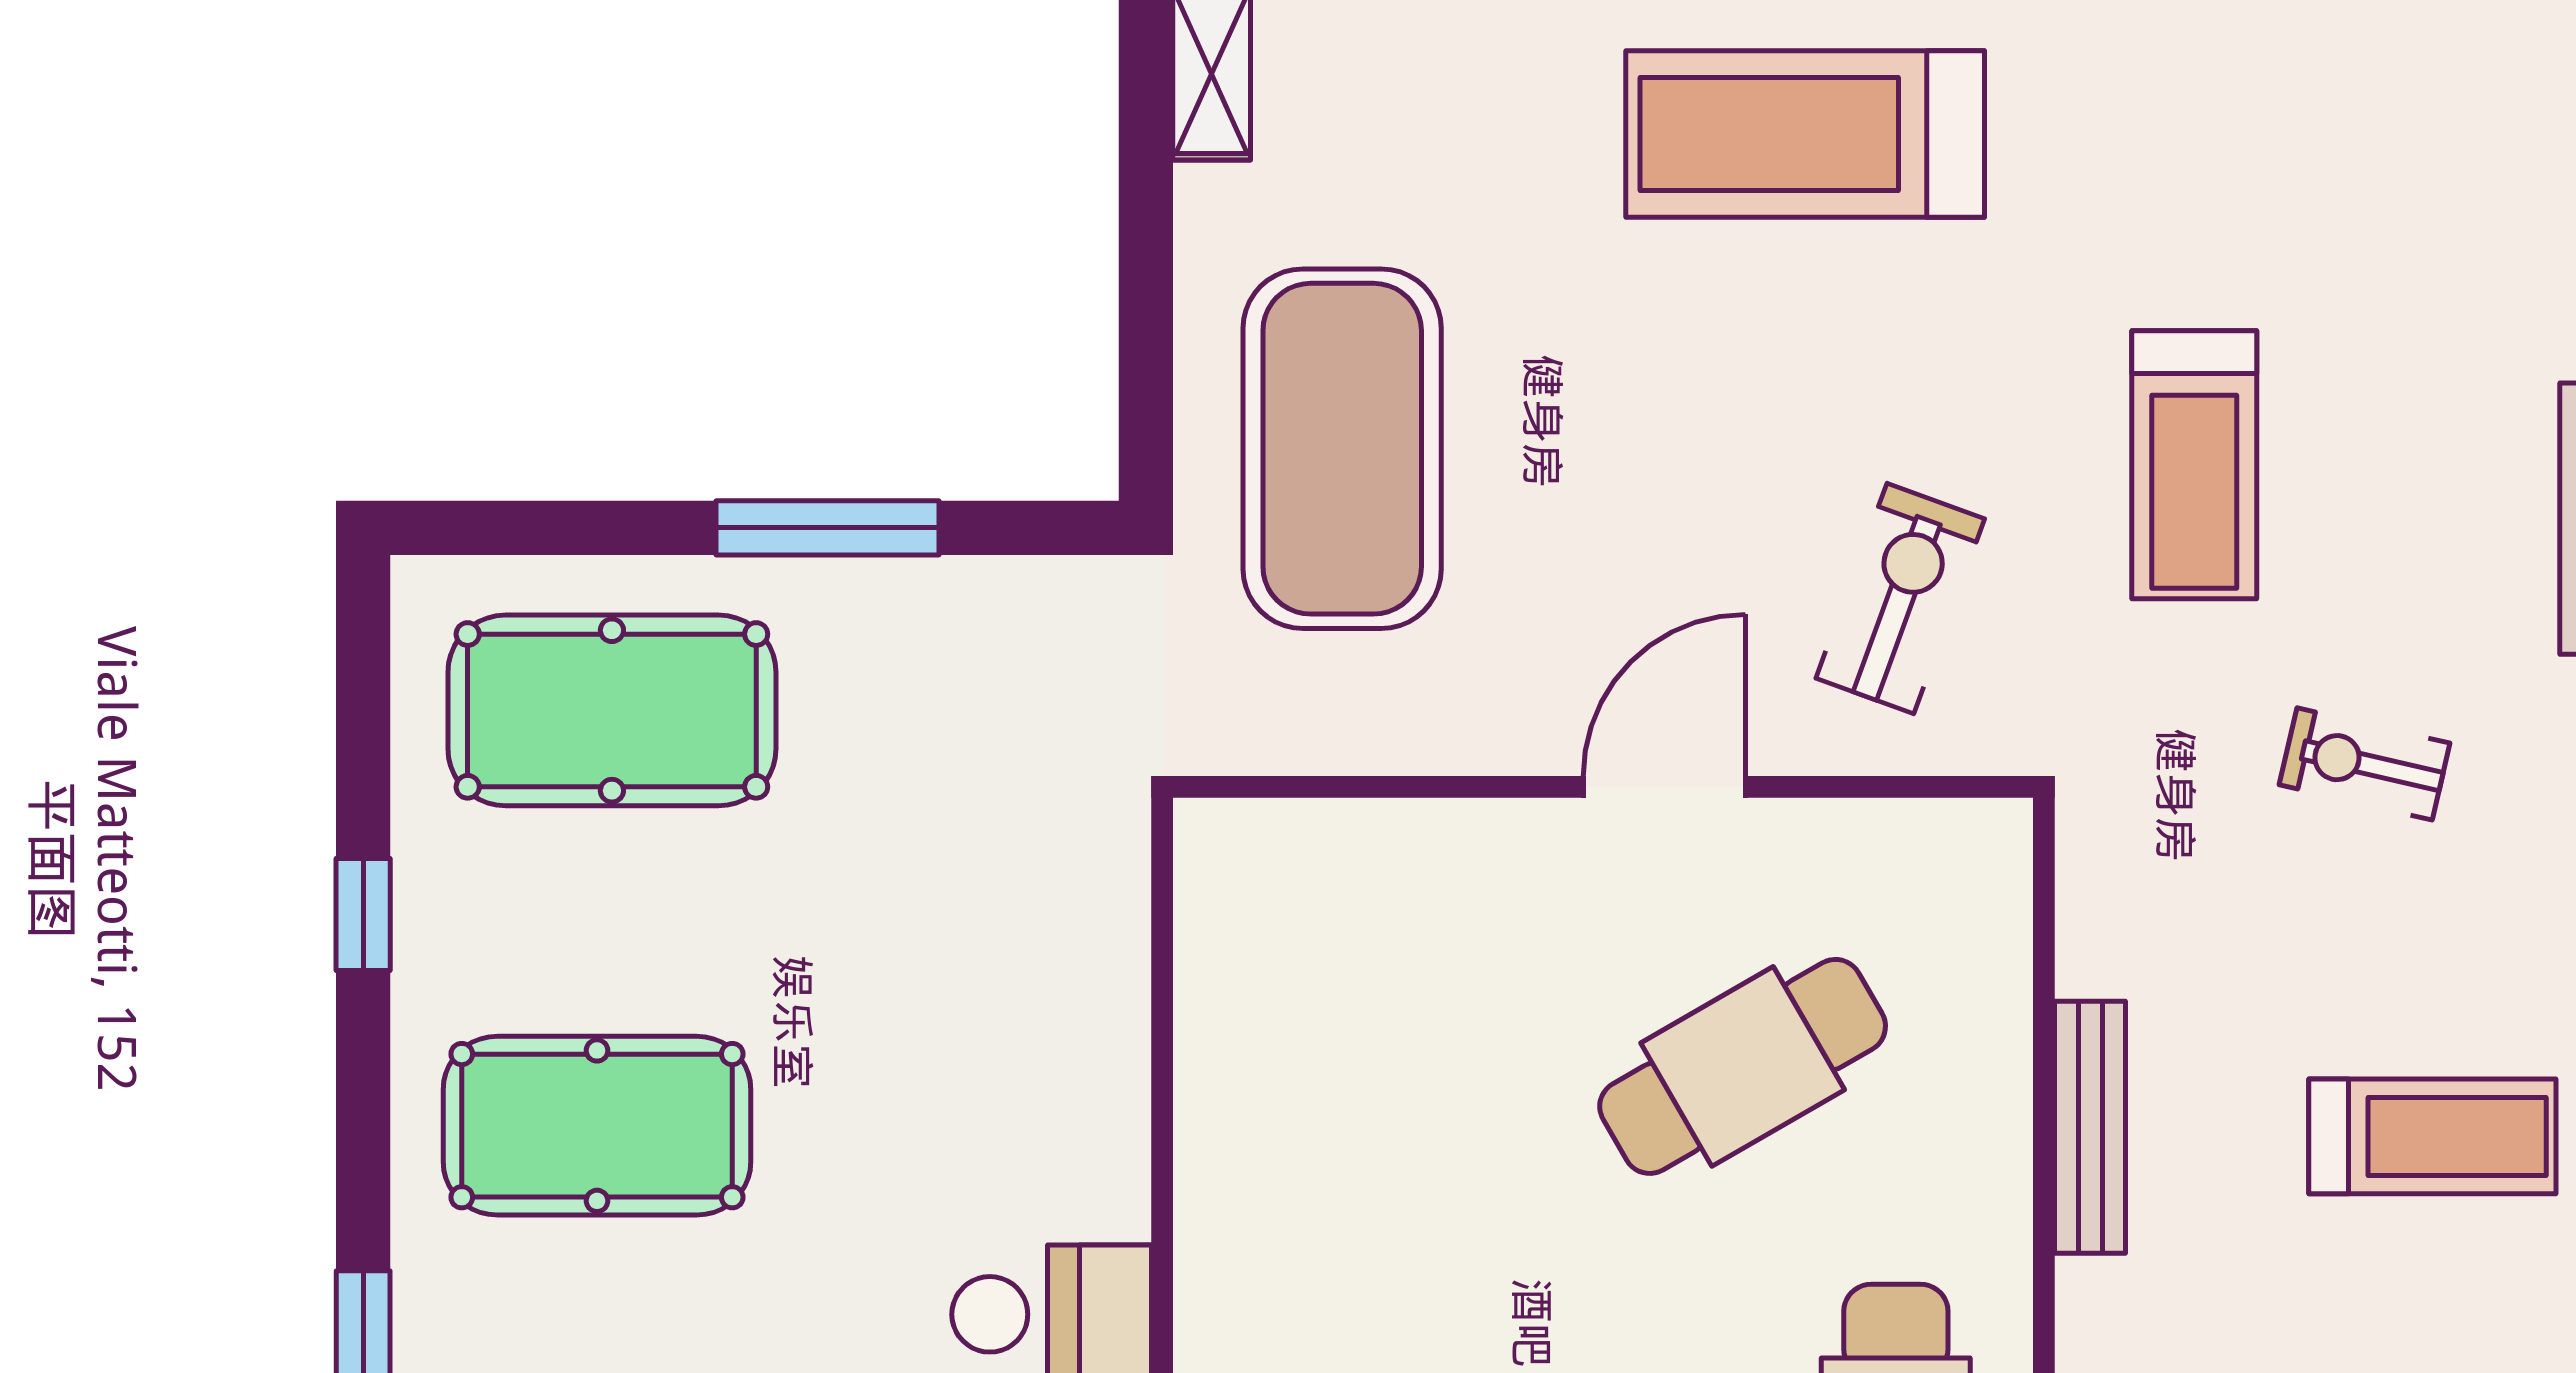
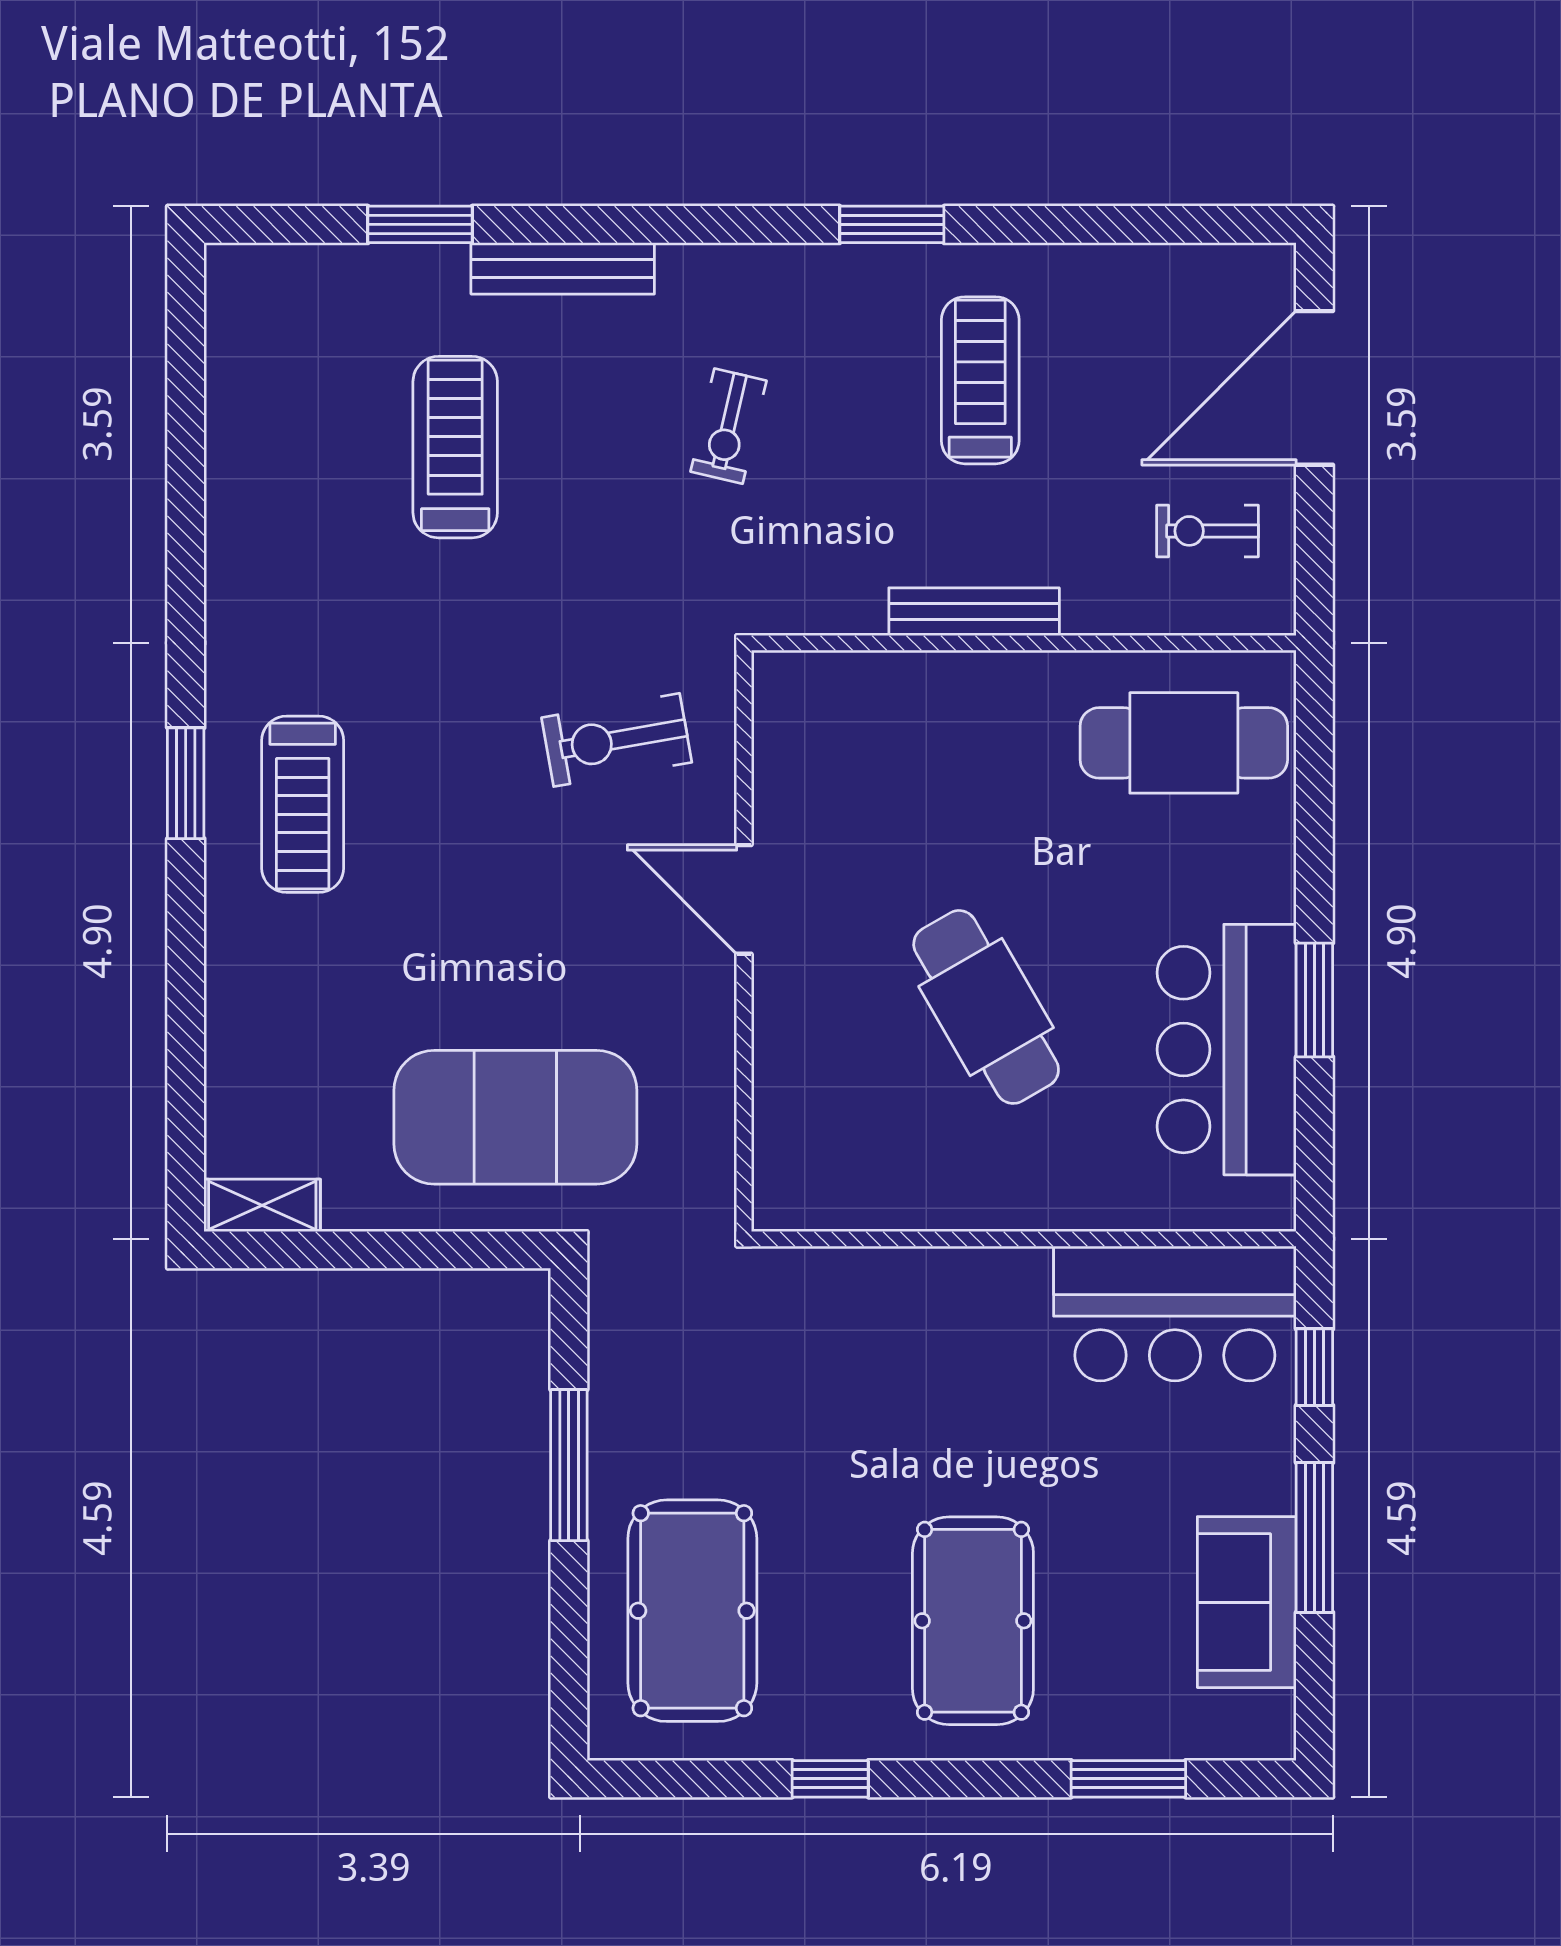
treadmill: (1805, 134) -> (303, 804), width x0.73, depth x0.73
treadmill: (2194, 465) -> (455, 447), moved, turned -90
exercise bike: (1900, 598) -> (617, 740), turned -30
cafe table: (1743, 1066) -> (986, 1007), moved

